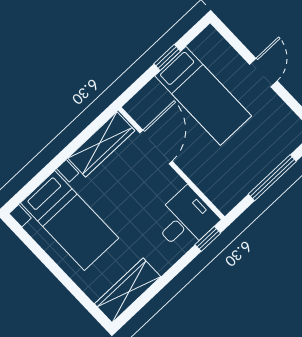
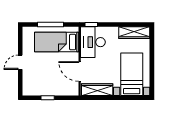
bed: (203, 96) -> (57, 42), moved, turned -90
door: (156, 147) -> (80, 71), hinge flipped
desk: (185, 220) -> (93, 42), width x1.37

